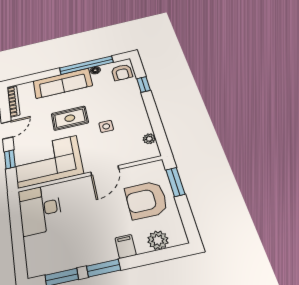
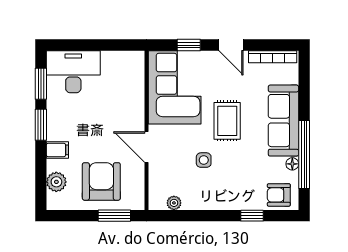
desk: (40, 209) -> (73, 72), moved

